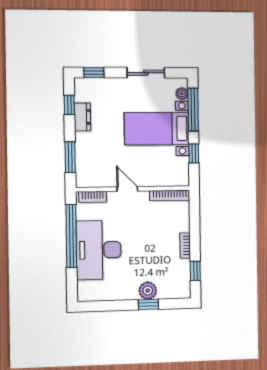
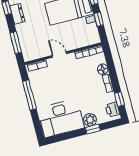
floor lamp: (182, 224) -> (103, 69), added
window: (71, 236) -> (29, 95), width x0.68
desk: (99, 250) -> (61, 118), moved, turned -90
printer: (182, 283) -> (113, 109), added

